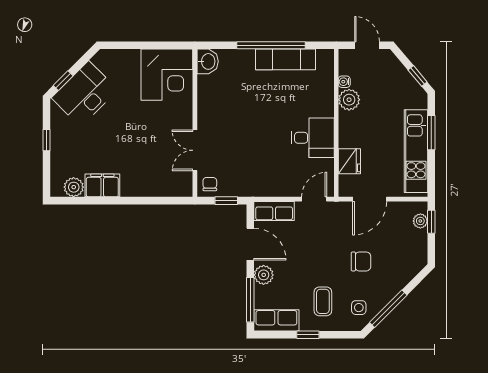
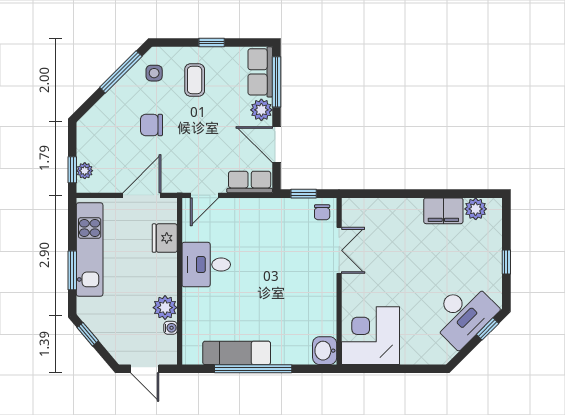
row of seats: (276, 320) -> (260, 72), moved, turned 90

